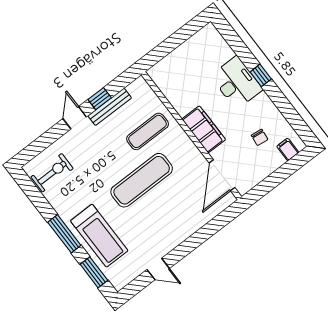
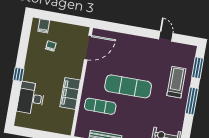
desk: (237, 83) -> (31, 98), moved
filing cabinet: (204, 129) -> (70, 93), moved
treadmill: (99, 236) -> (176, 82), width x0.73, depth x0.73

